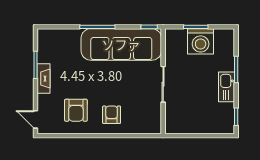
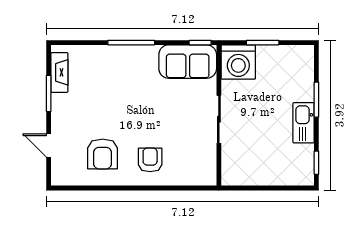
washing machine: (201, 41) -> (238, 62), moved
sofa: (121, 44) -> (188, 62), width x0.54, depth x0.79
fireplace: (44, 79) -> (59, 72), moved
door: (36, 119) -> (49, 145), moved

